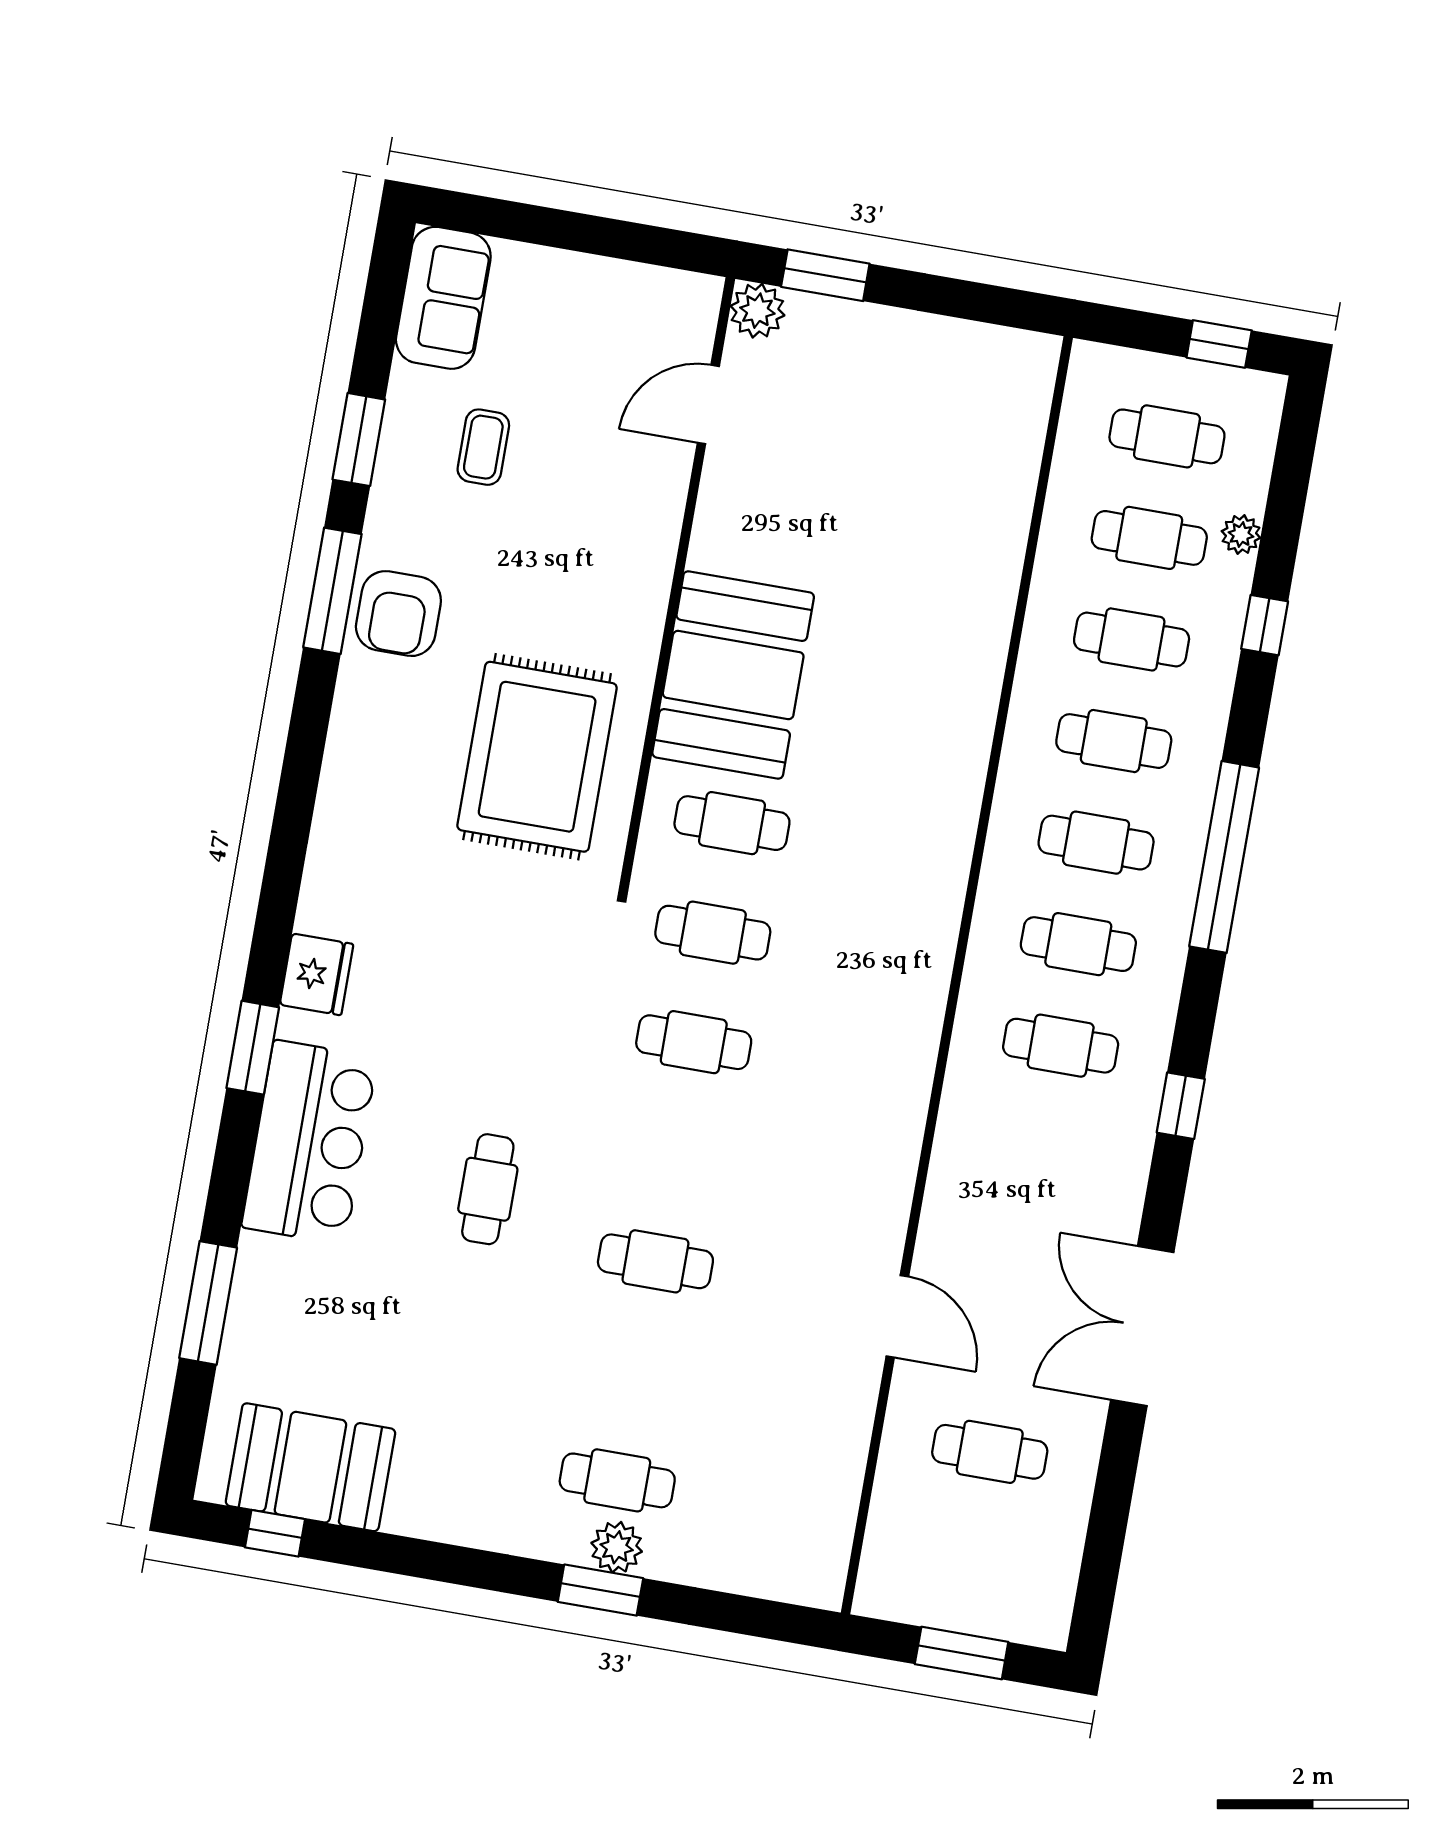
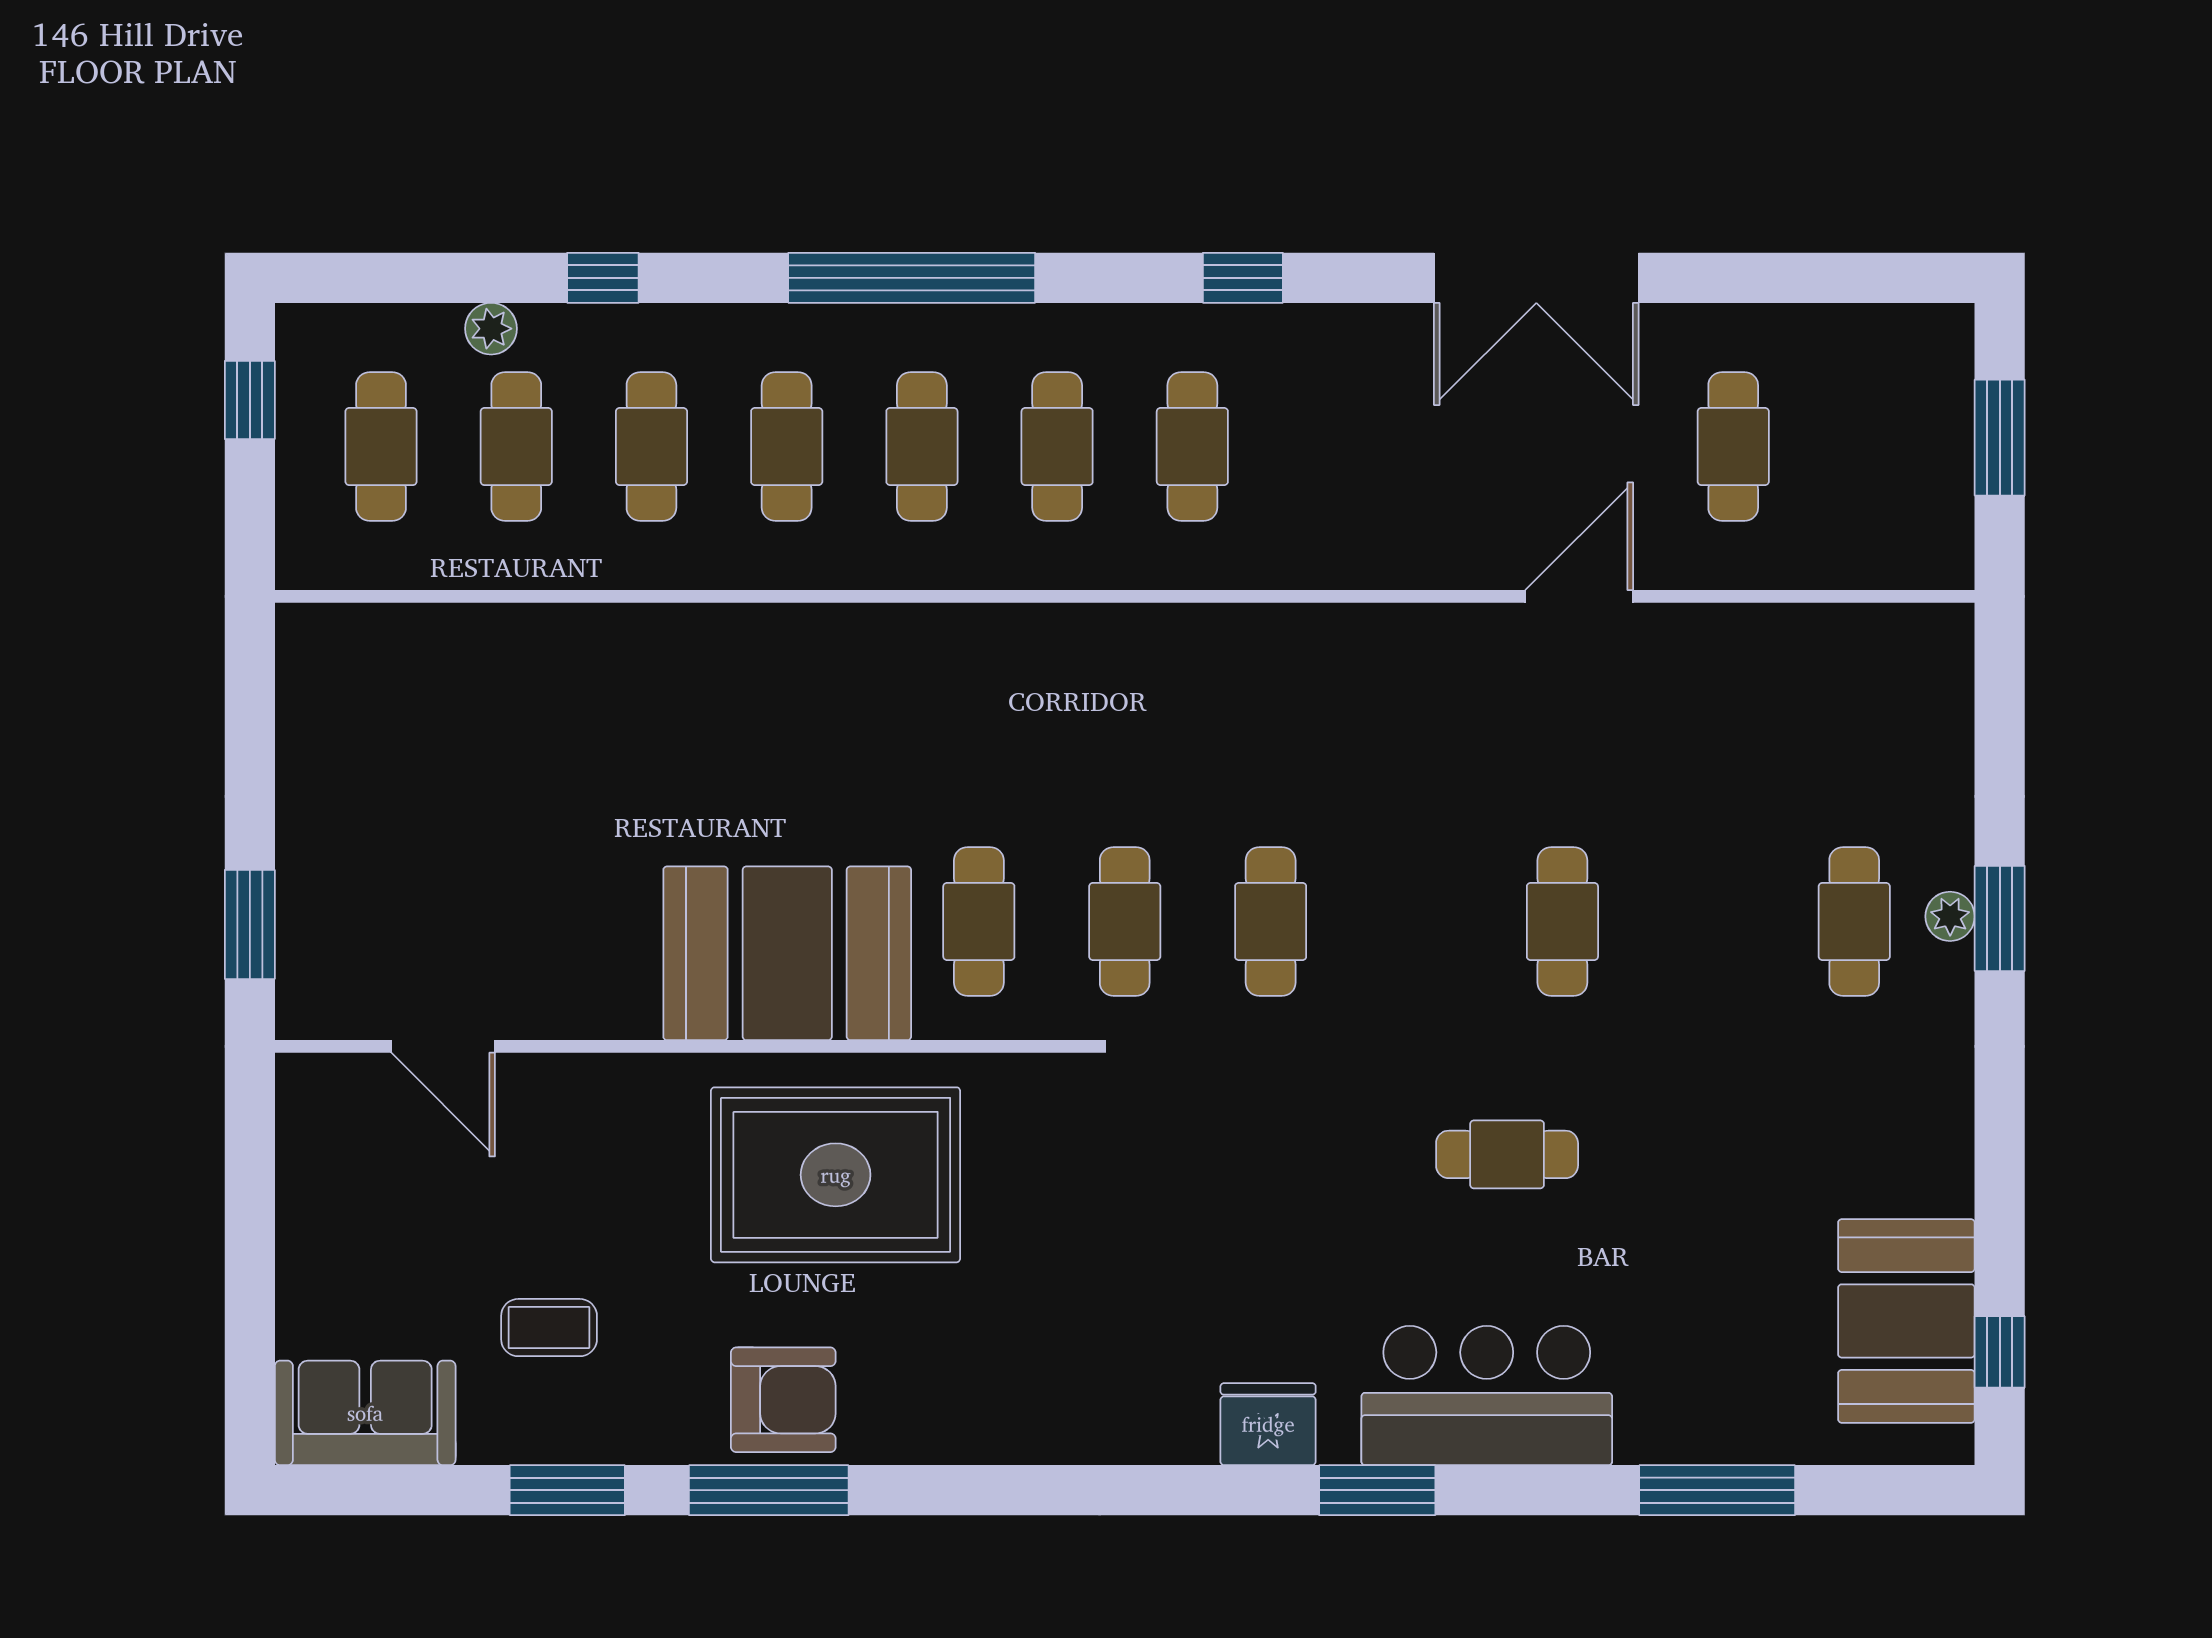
plant: (757, 311) -> (311, 1004), removed
rug: (537, 757) -> (836, 1175), moved
plant: (617, 1547) -> (1950, 916), width x0.73, depth x0.73

